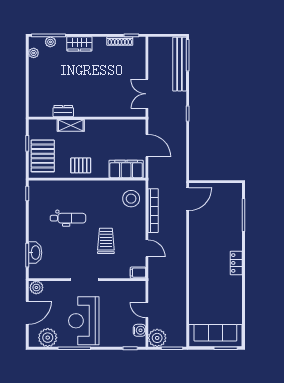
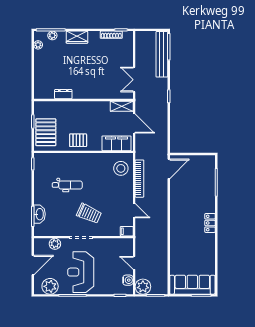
shelving: (71, 125) -> (122, 106), moved
trolley: (106, 241) -> (89, 214), moved, turned 114
plant: (36, 287) -> (55, 244), moved

